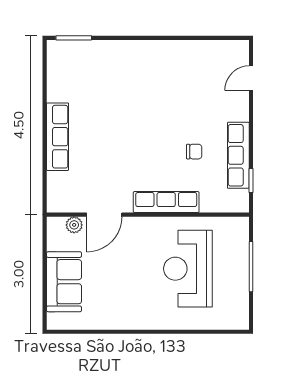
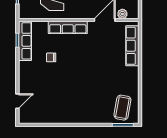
coffee table: (74, 67) -> (122, 108), added
row of seats: (58, 137) -> (132, 46), moved
row of seats: (238, 155) -> (25, 41), moved

